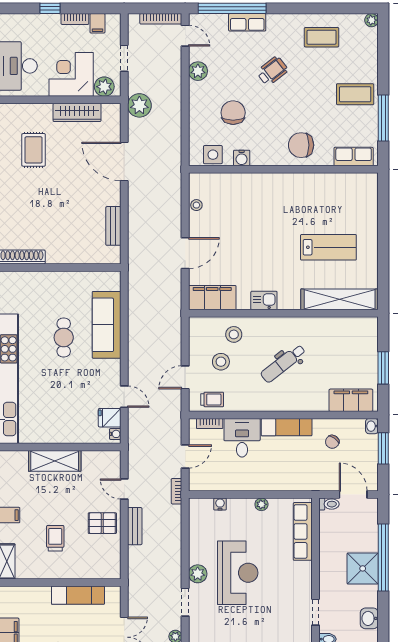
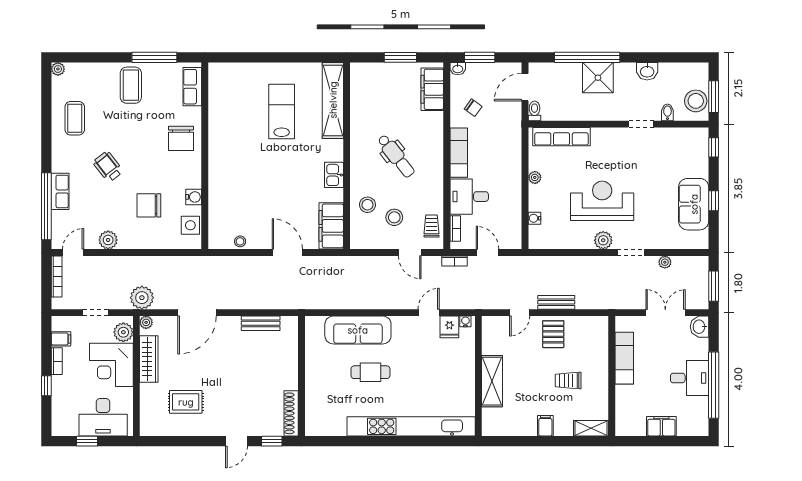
plant: (114, 110) -> (146, 322), added
bookcase: (177, 491) -> (455, 261), moved

